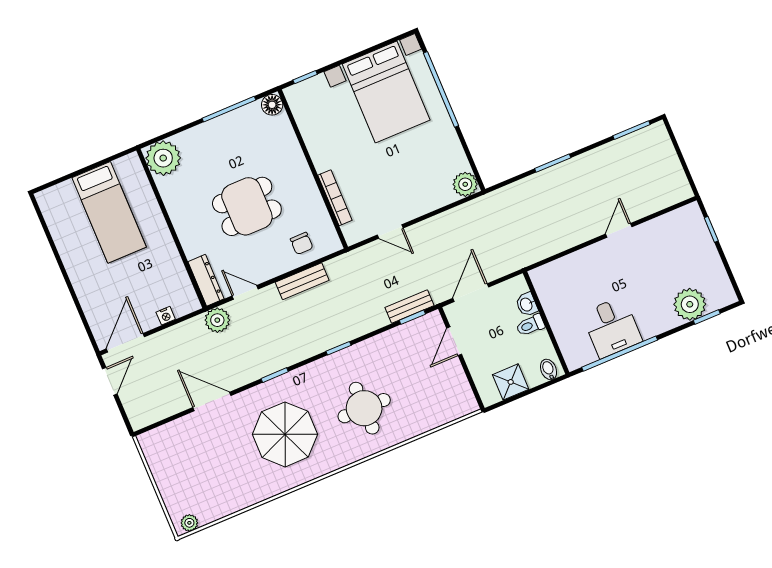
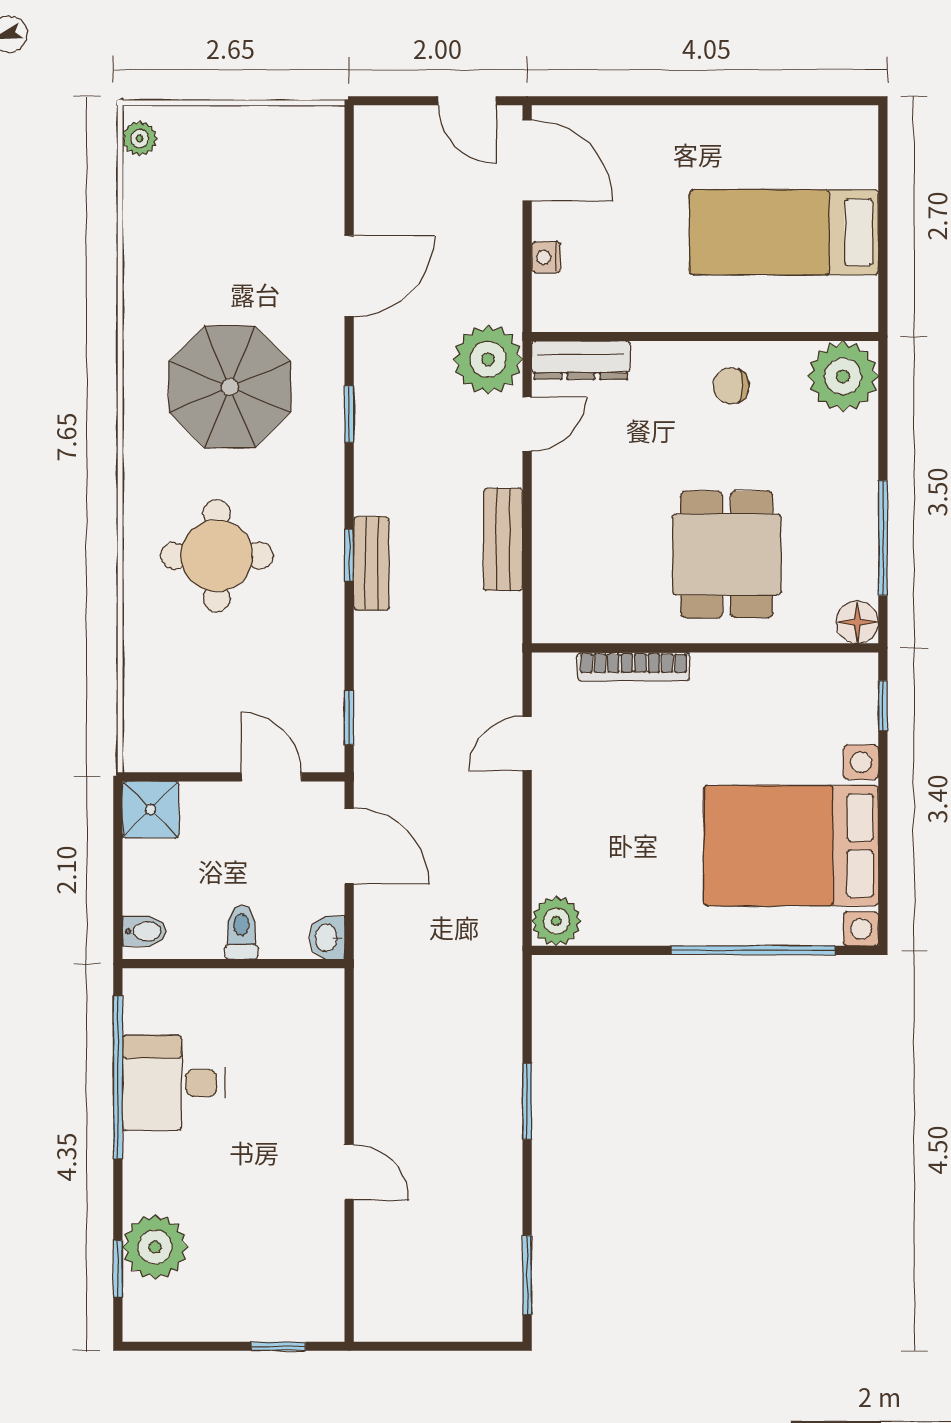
dining table: (247, 206) -> (727, 554), moved
chair: (302, 243) -> (731, 386), moved
washbasin: (527, 304) -> (327, 937), moved, turned -90
bench: (410, 307) -> (371, 563), moved
plant: (217, 320) -> (488, 359), width x1.36, depth x1.36
shower: (511, 382) -> (151, 810), moved

